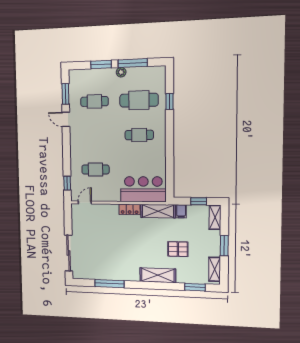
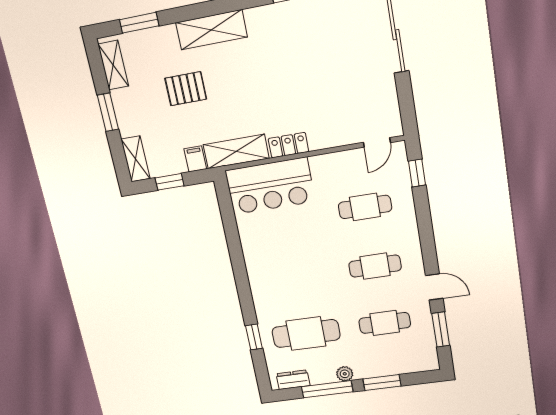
dresser: (152, 71) -> (293, 380), added
cafe table: (139, 135) -> (375, 266), moved

